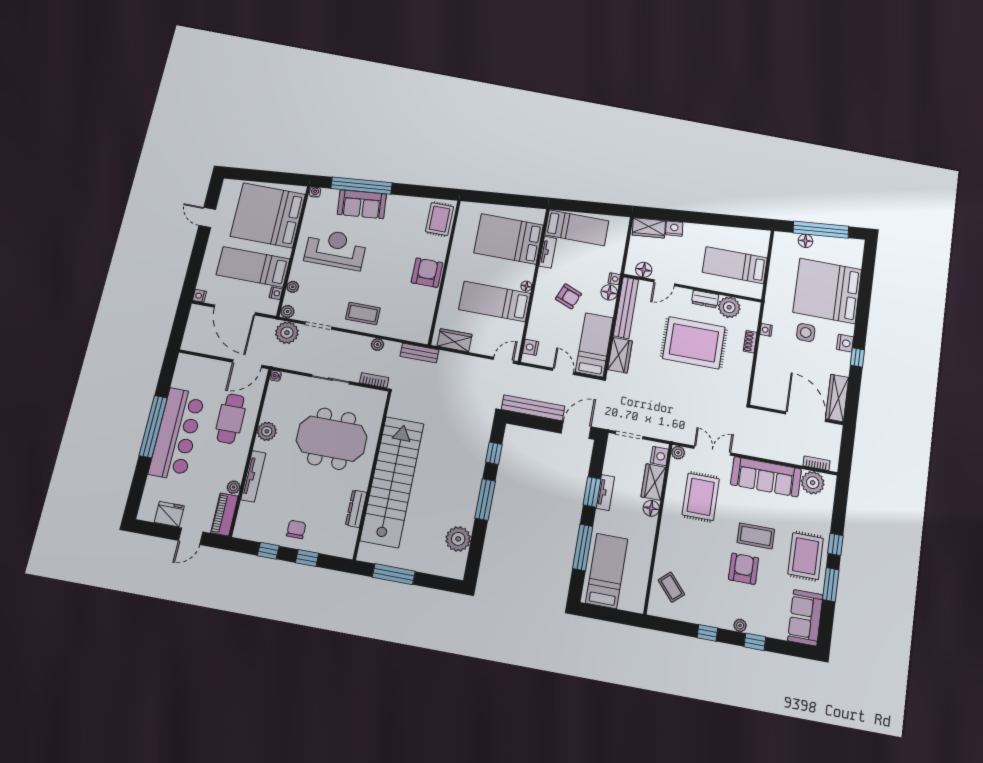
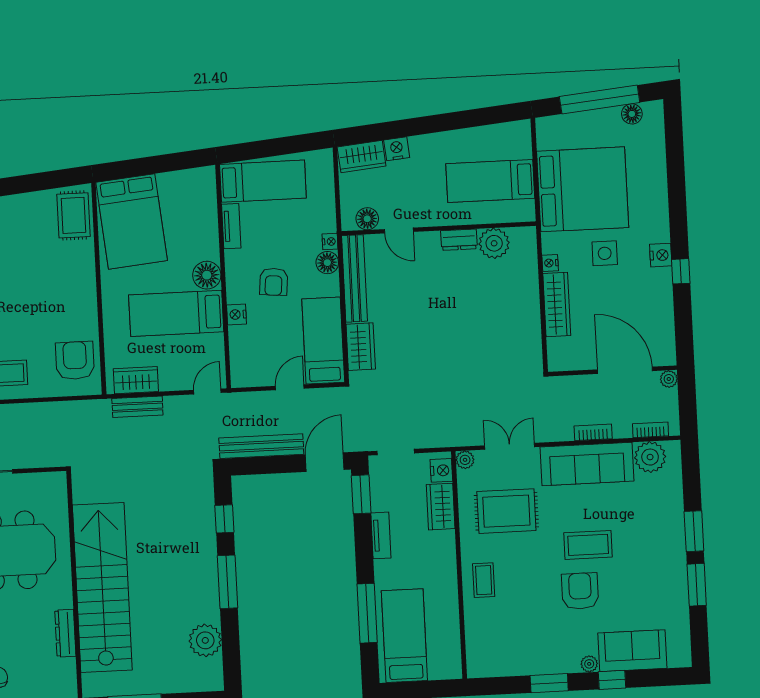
bed: (509, 239) -> (132, 221), moved, turned -95
floor lamp: (805, 241) -> (632, 114), moved
armchair: (427, 273) -> (75, 360), moved
door: (664, 283) -> (399, 231), hinge flipped
floor lamp: (526, 286) -> (207, 275), width x1.89, depth x1.89
bed: (827, 291) -> (583, 189), moved, turned 180
armchair: (568, 296) -> (274, 282), turned 73
shoe rack: (750, 342) -> (532, 285), removed
rug: (694, 343) -> (456, 305), removed
plant: (378, 345) -> (669, 379), moved
nightstand: (531, 347) -> (237, 314), moved
bench: (419, 353) -> (137, 407), moved
door: (563, 371) -> (290, 387), hinge flipped
bookcase: (374, 380) -> (593, 432), moved
wardrobe: (837, 398) -> (557, 304), moved, turned 180
window: (592, 492) -> (361, 494), moved
rug: (701, 497) -> (506, 511), turned 90
floor lamp: (651, 508) -> (445, 542), removed
window: (835, 544) -> (694, 531), width x1.50
rug: (806, 556) -> (658, 556), removed
coffee table: (671, 587) -> (484, 580), moved, turned 41
sofa: (805, 618) -> (632, 651), moved, turned 90
window: (707, 633) -> (549, 683), width x1.50

